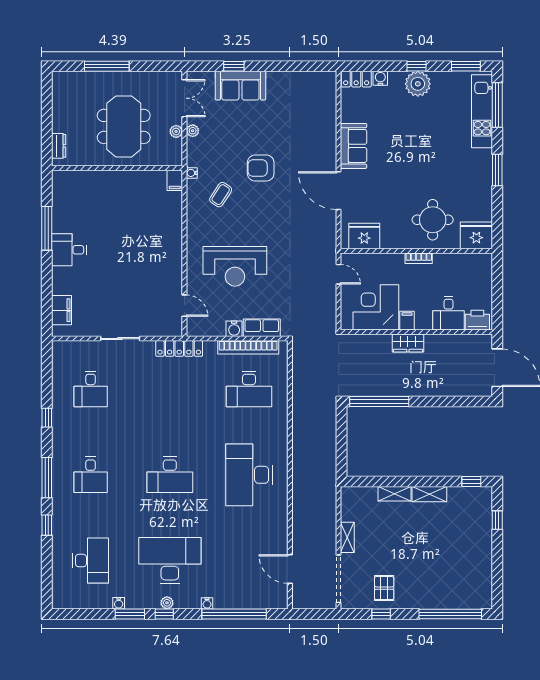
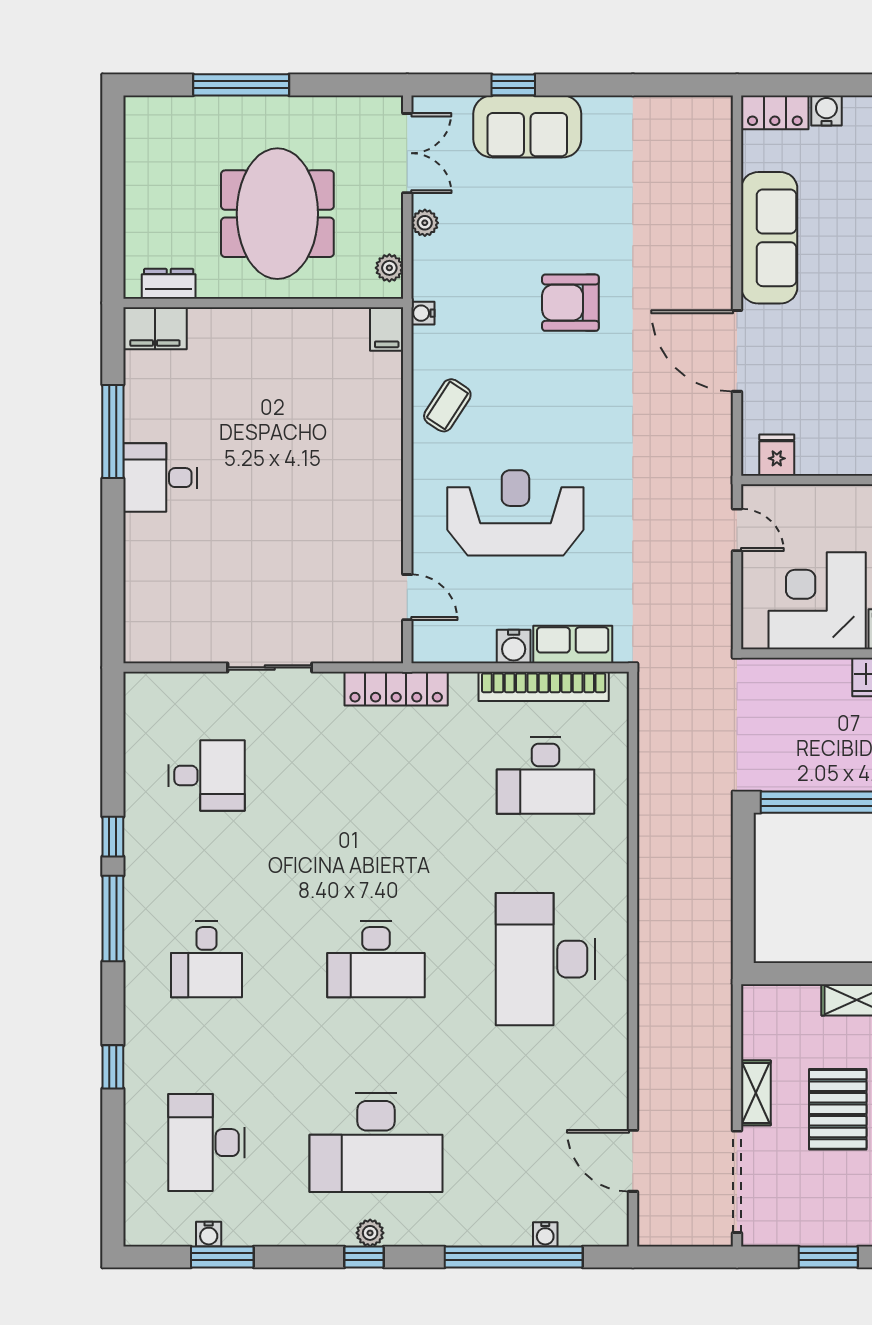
plant: (176, 131) -> (389, 268), moved
dresser: (59, 146) -> (169, 284), moved, turned -90
sofa: (354, 146) -> (769, 238), width x1.36
coffee table: (221, 195) -> (447, 405), moved
fridge: (364, 236) -> (777, 455), width x0.53, depth x0.75
reception desk: (235, 266) -> (515, 513), turned 180
filing cabinet: (62, 310) -> (155, 328), moved, turned 90
desk: (91, 389) -> (207, 776), turned -90
window: (47, 478) -> (113, 919), moved
desk: (91, 561) -> (207, 1143), turned 180
desk: (170, 561) -> (376, 1143), turned 180
pallet: (384, 588) -> (838, 1109), moved, width x1.50, depth x1.42
water cooler: (119, 603) -> (209, 1234), moved
water cooler: (207, 603) -> (545, 1234), moved
window: (130, 614) -> (222, 1257), moved
window: (381, 614) -> (828, 1257), width x1.50

